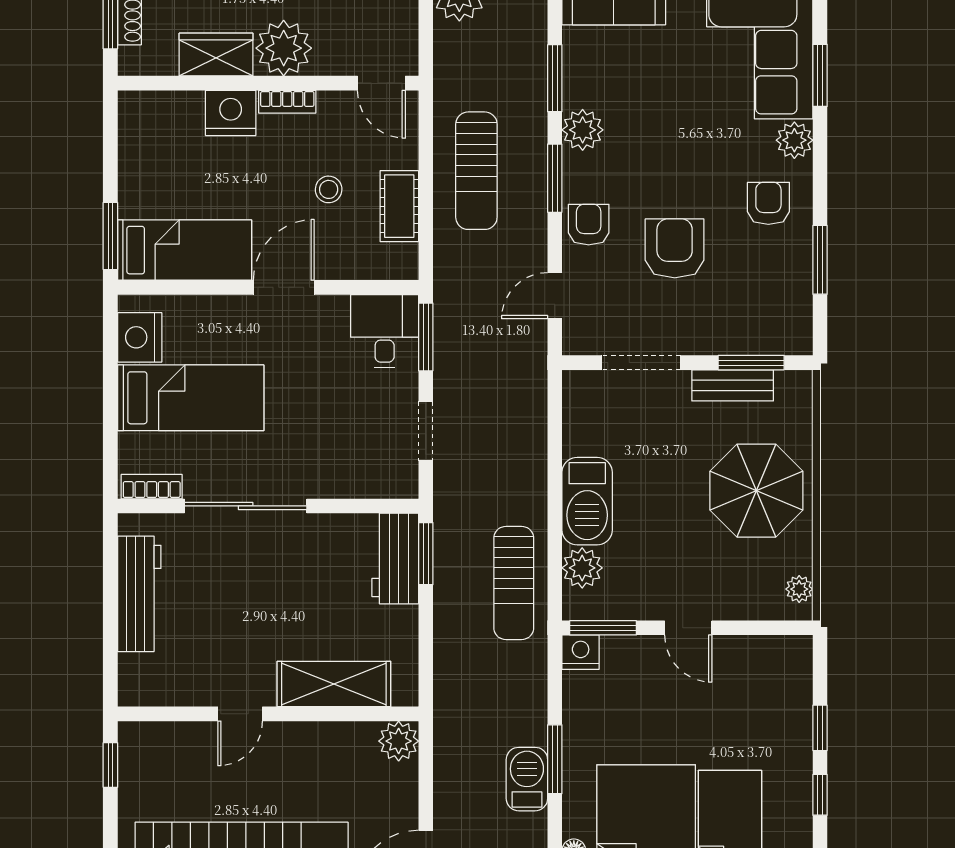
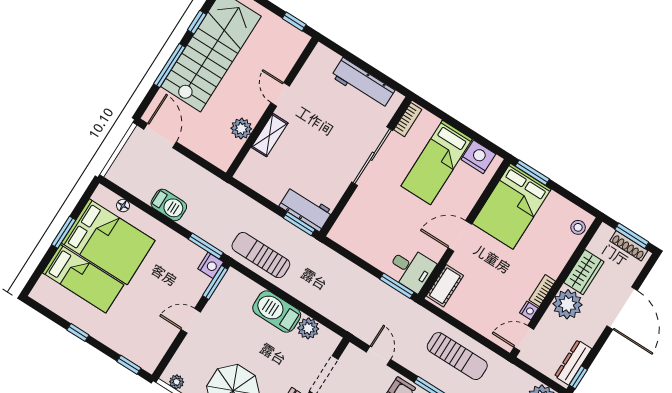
nightstand: (231, 113) -> (529, 310), moved, width x0.53, depth x0.56
sun lounger: (476, 171) -> (457, 356), turned 180
stool: (329, 189) -> (578, 227), moved
cot: (399, 206) -> (445, 286), moved, turned 90
bed: (185, 250) -> (512, 206), width x1.50
door: (284, 287) -> (460, 236), swing flipped
doorway: (426, 431) -> (354, 259), removed
plant: (582, 568) -> (308, 328), moved
shelving: (334, 684) -> (270, 135), width x0.67, depth x0.75
window: (820, 728) -> (129, 365), moved
plant: (399, 741) -> (241, 129), moved
window: (555, 759) -> (206, 246), moved

